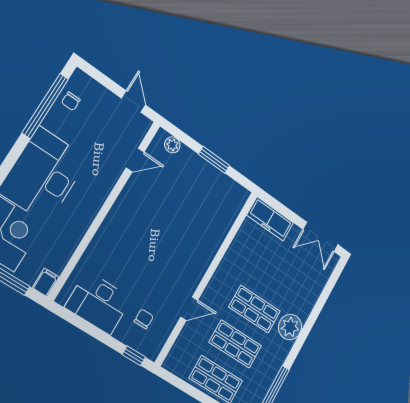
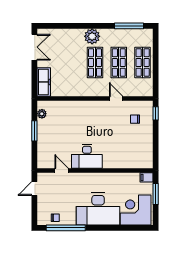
plant: (172, 145) -> (42, 114), moved
desk: (99, 303) -> (87, 156), moved, turned 90

